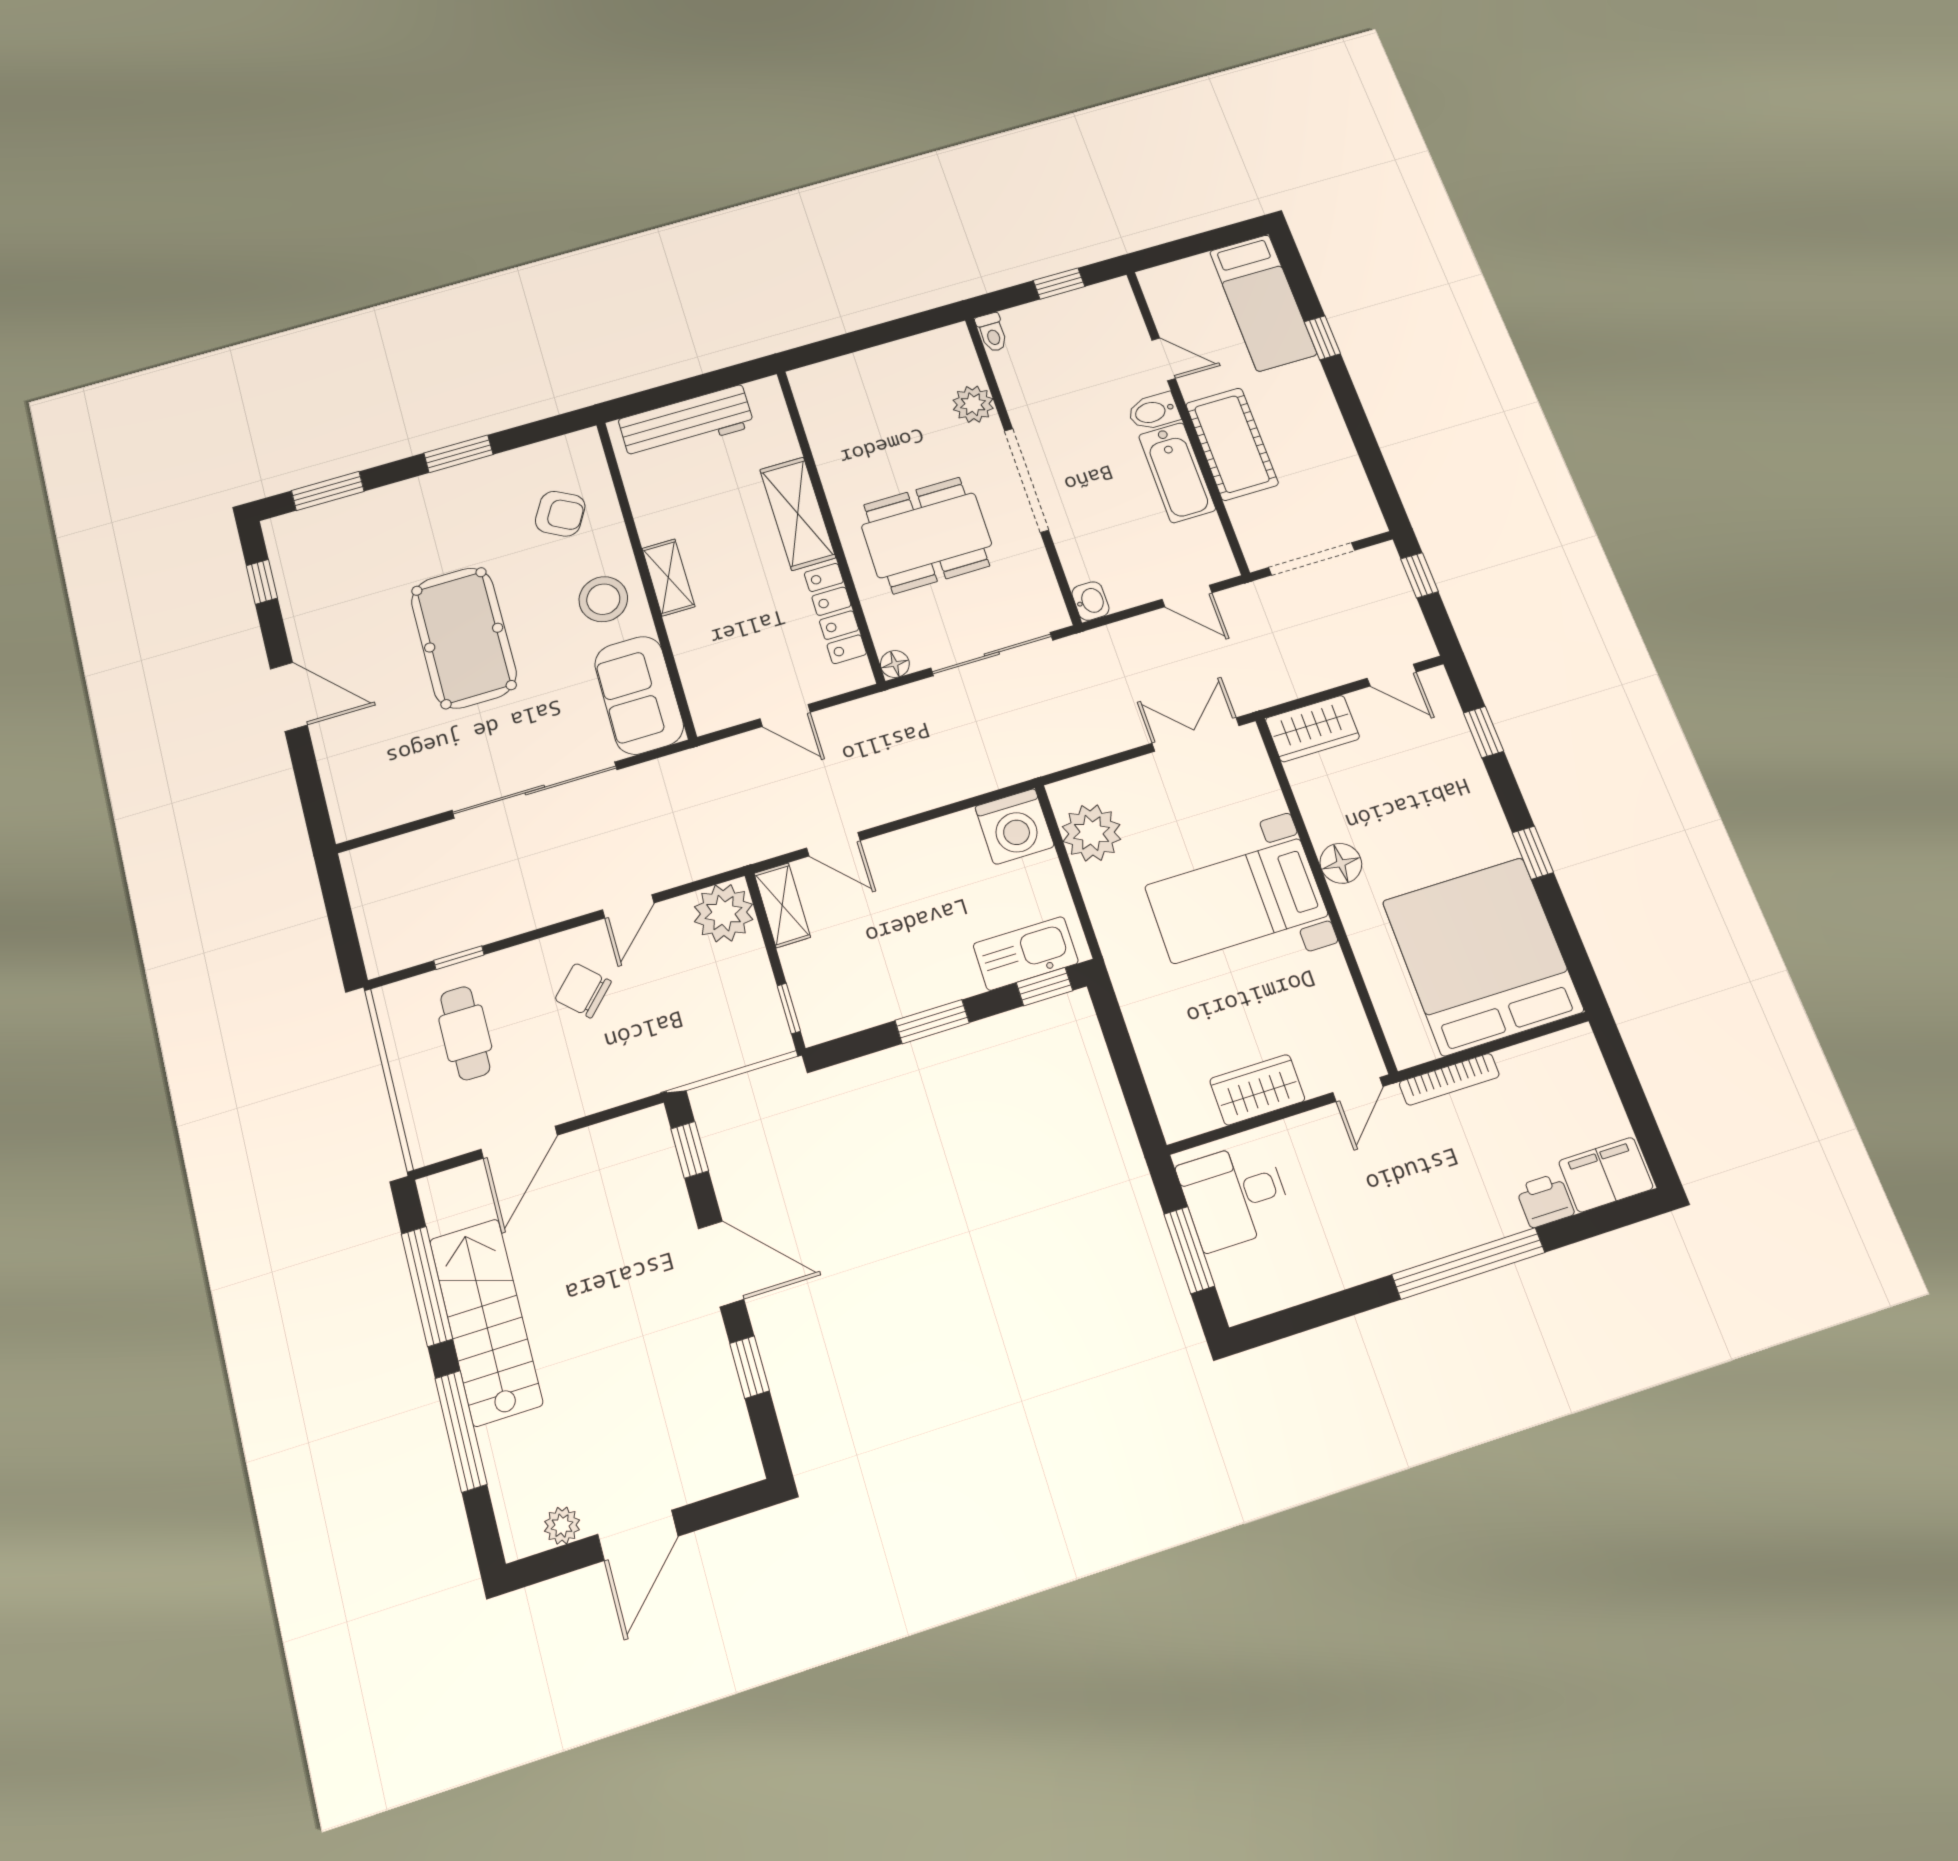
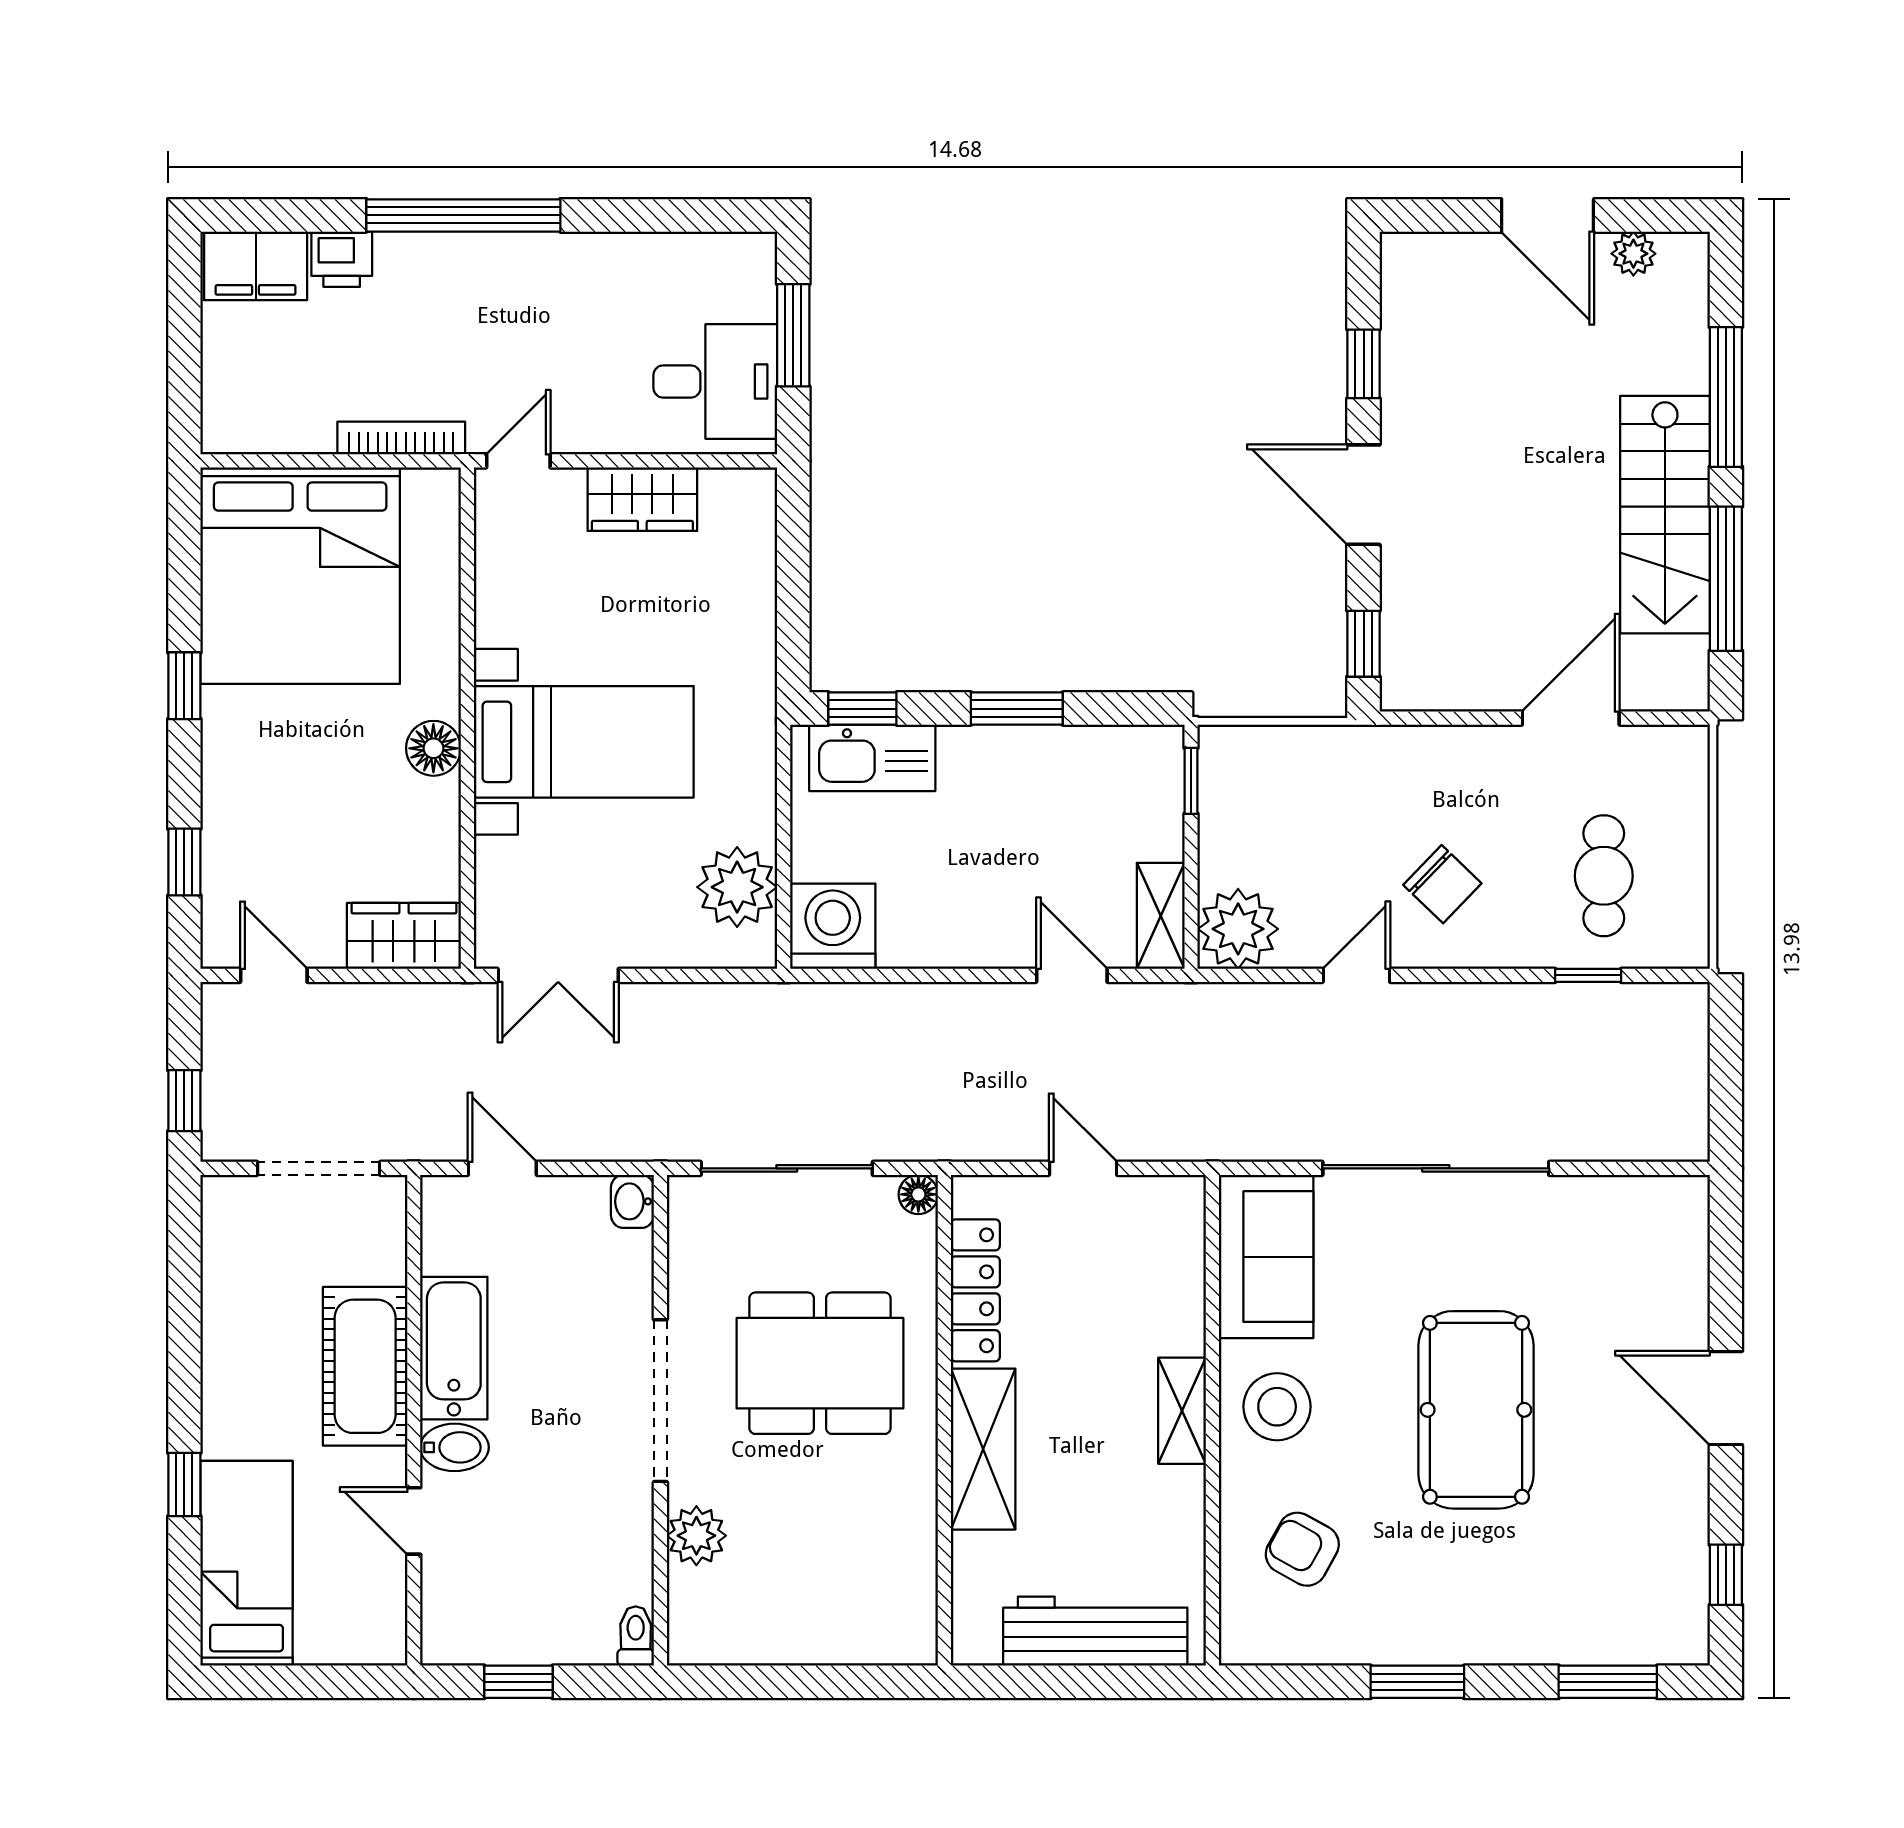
door: (638, 1535) -> (1548, 215), swing flipped

